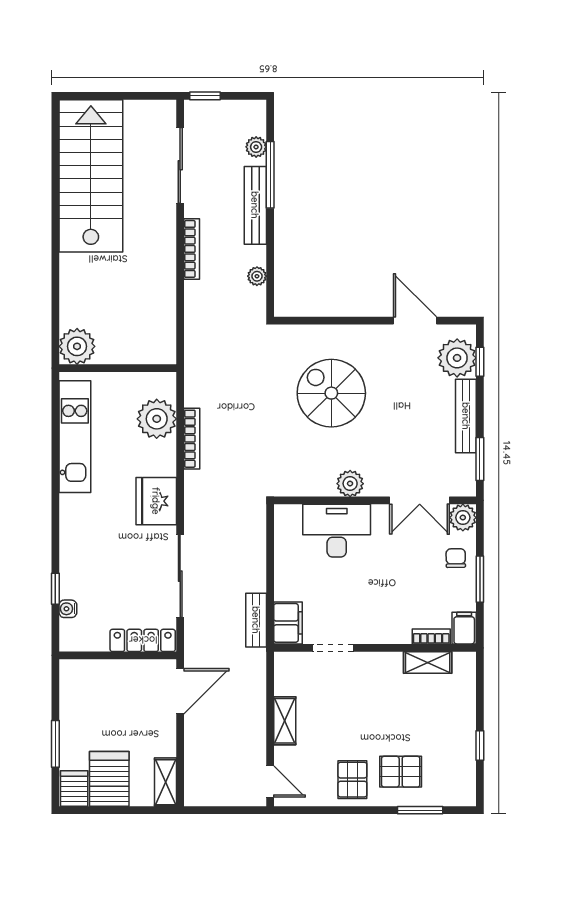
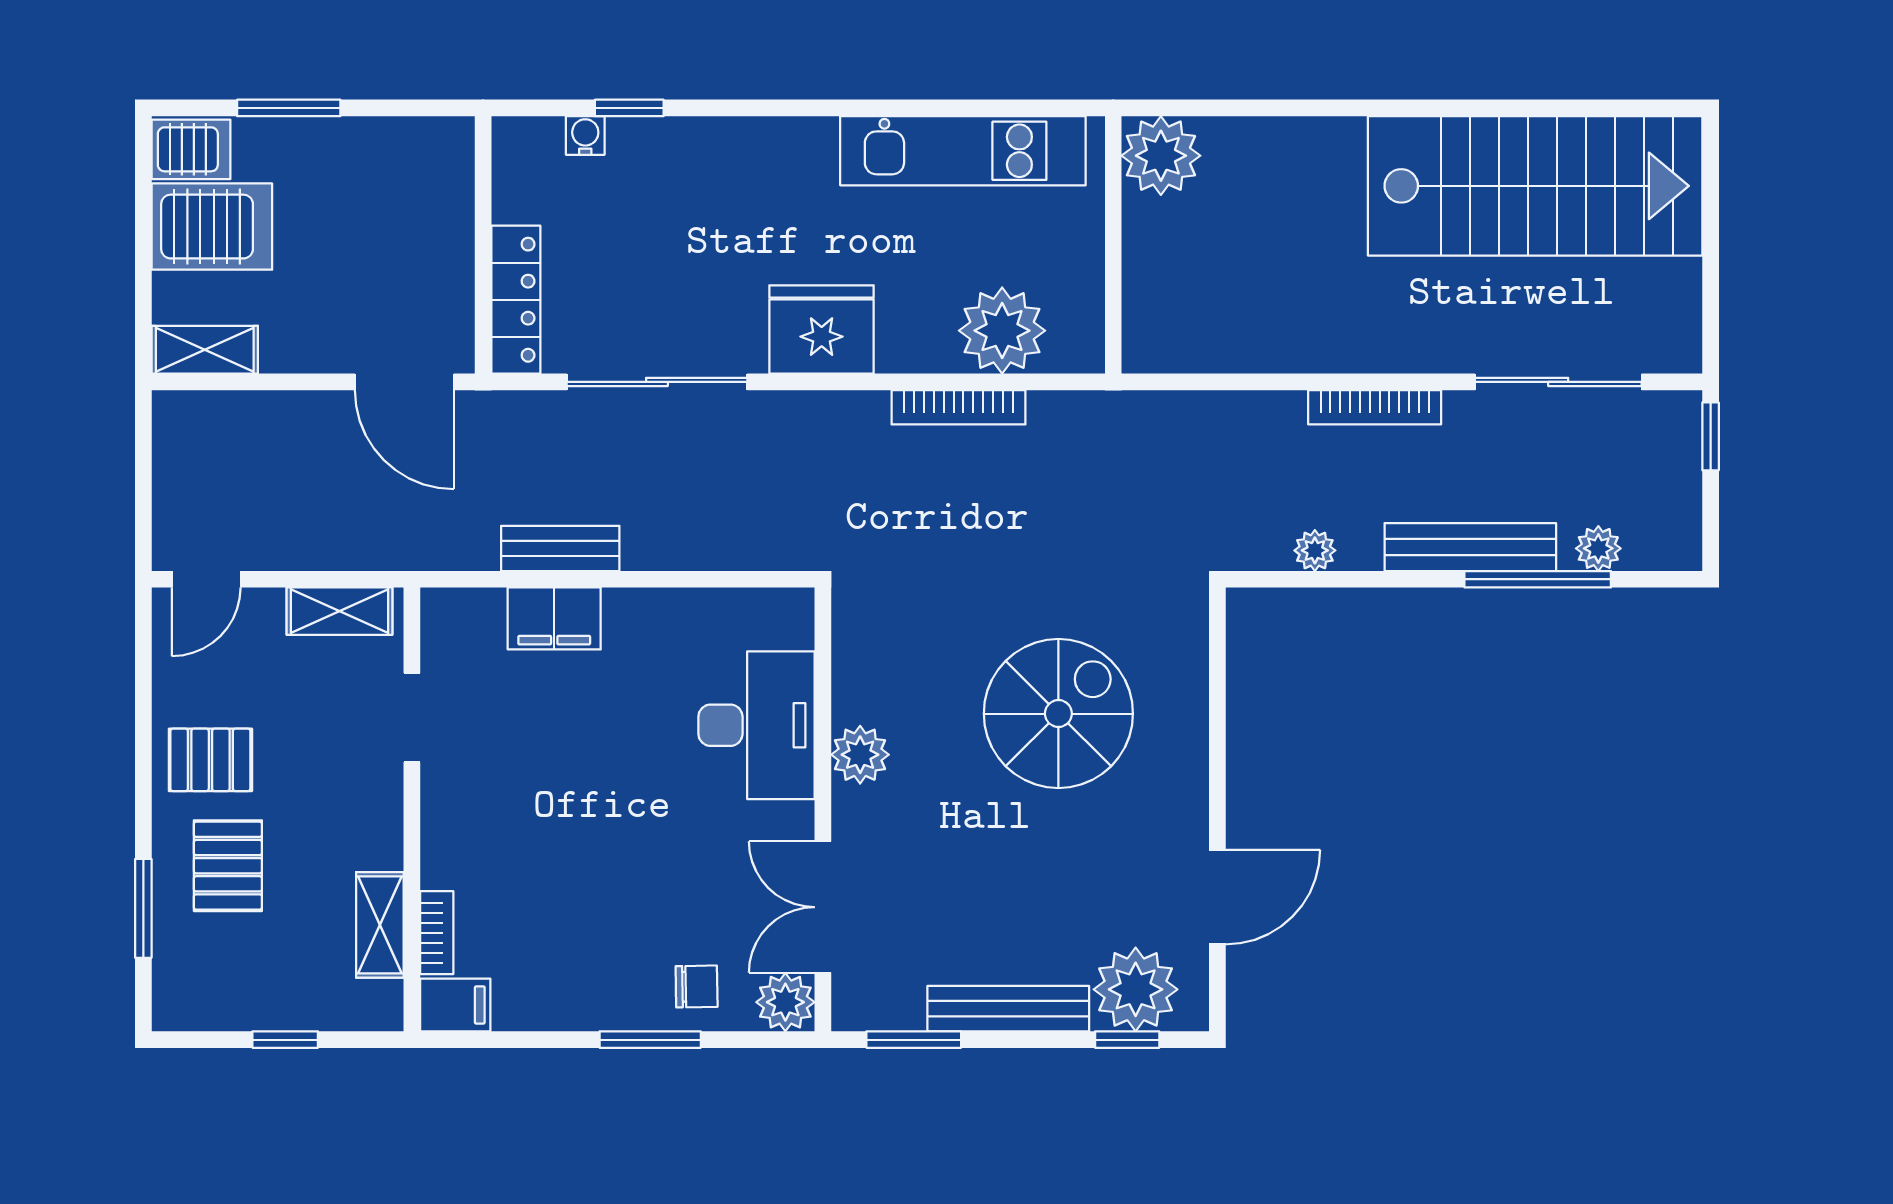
filing cabinet: (464, 628) -> (455, 1005), moved
bookcase: (431, 637) -> (437, 933), moved
doorway: (333, 648) -> (412, 718), moved
wall: (375, 648) -> (412, 809), moved
shelving: (428, 662) -> (380, 925), moved

